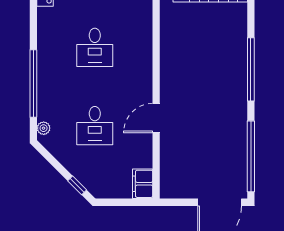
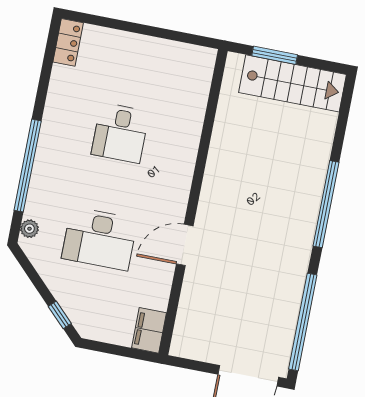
desk: (95, 126) -> (100, 239), width x1.37

